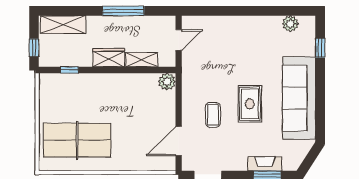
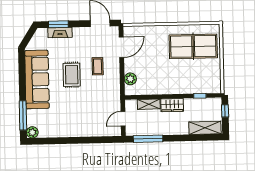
window: (123, 11) -> (148, 139), moved
plant: (290, 24) -> (32, 132), moved
window: (320, 48) -> (23, 115), width x2.17
plant: (167, 82) -> (130, 79), moved

